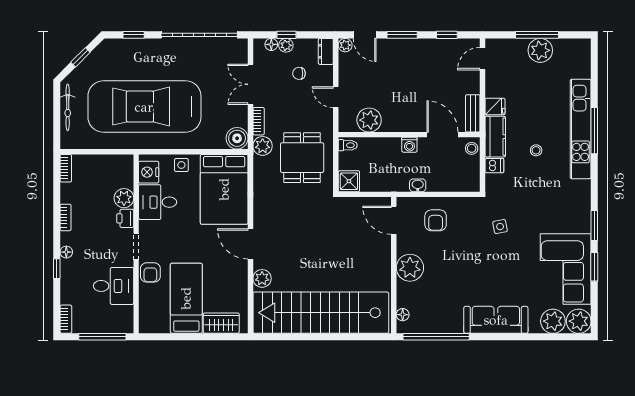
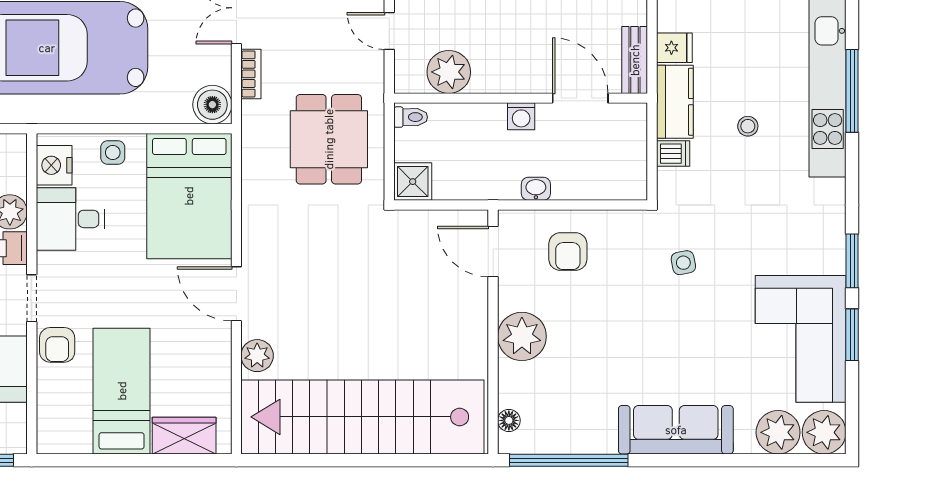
plant: (263, 146) -> (258, 118), removed
stool: (472, 148) -> (632, 123), removed

